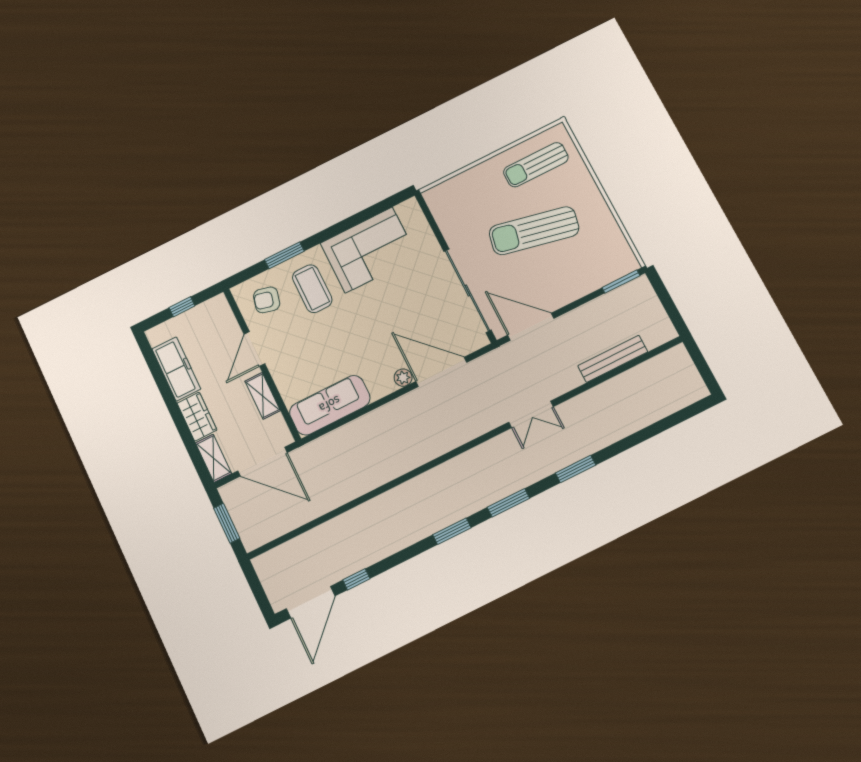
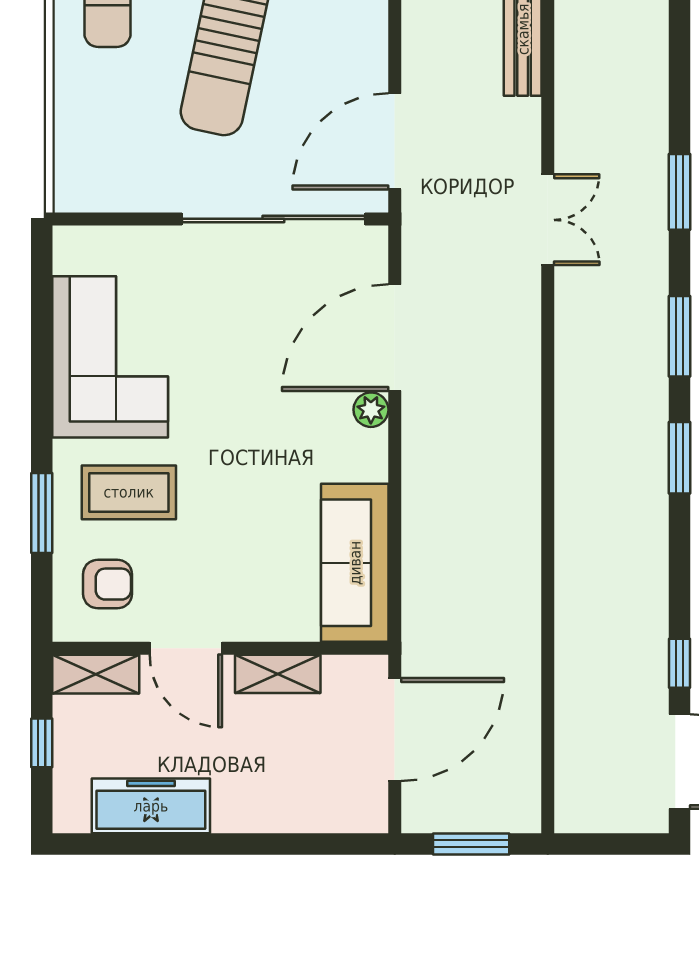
armchair: (267, 300) -> (108, 584), turned -104
wardrobe: (197, 417) -> (256, 809), removed
shelving: (213, 458) -> (96, 674), moved

